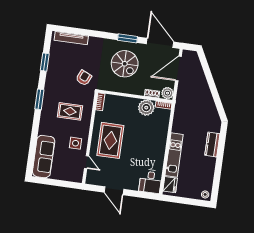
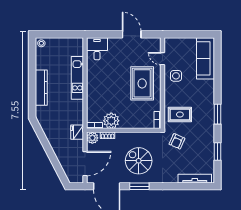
rug: (70, 111) -> (180, 114), moved
kitchen counter: (212, 145) -> (41, 88), width x1.50
fridge: (170, 185) -> (77, 132), moved

